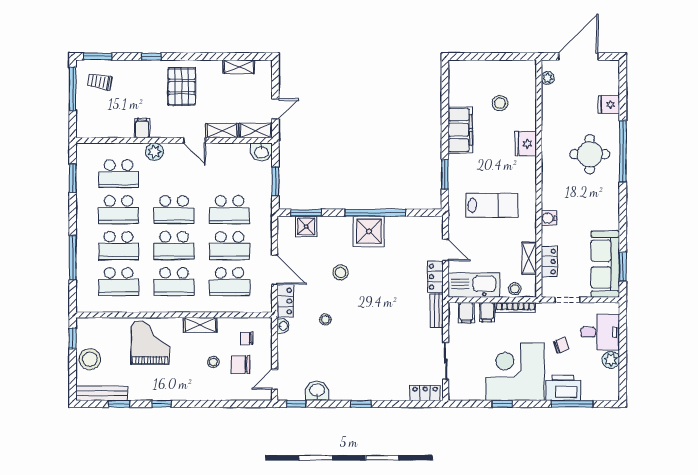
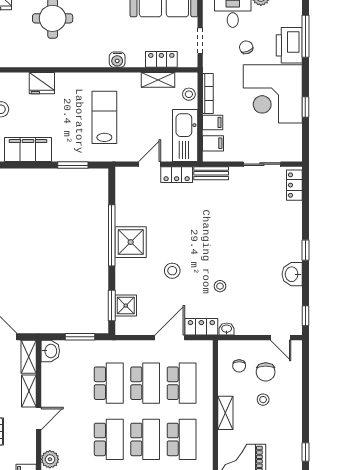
washbasin: (317, 391) -> (292, 274), moved

